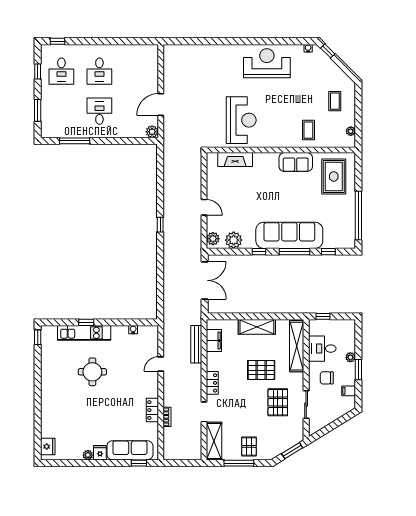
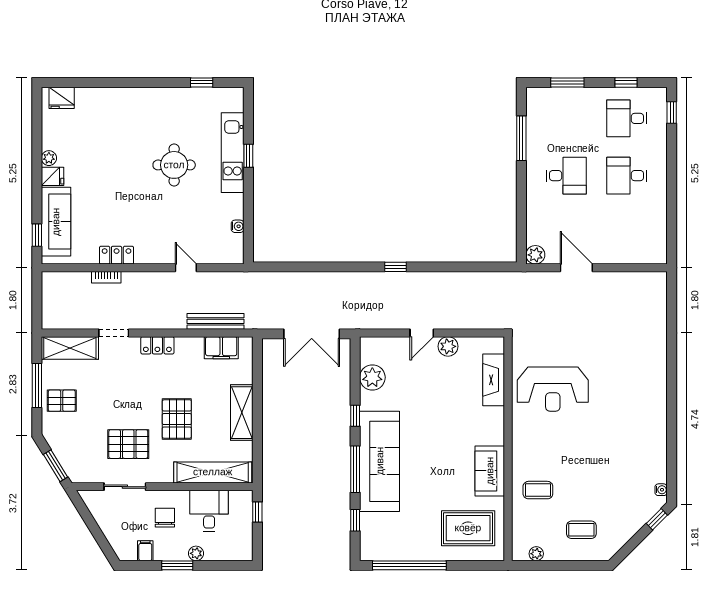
reception desk: (267, 63) -> (638, 428), removed
plant: (213, 239) -> (448, 346), moved
window: (38, 337) -> (202, 82), moved

